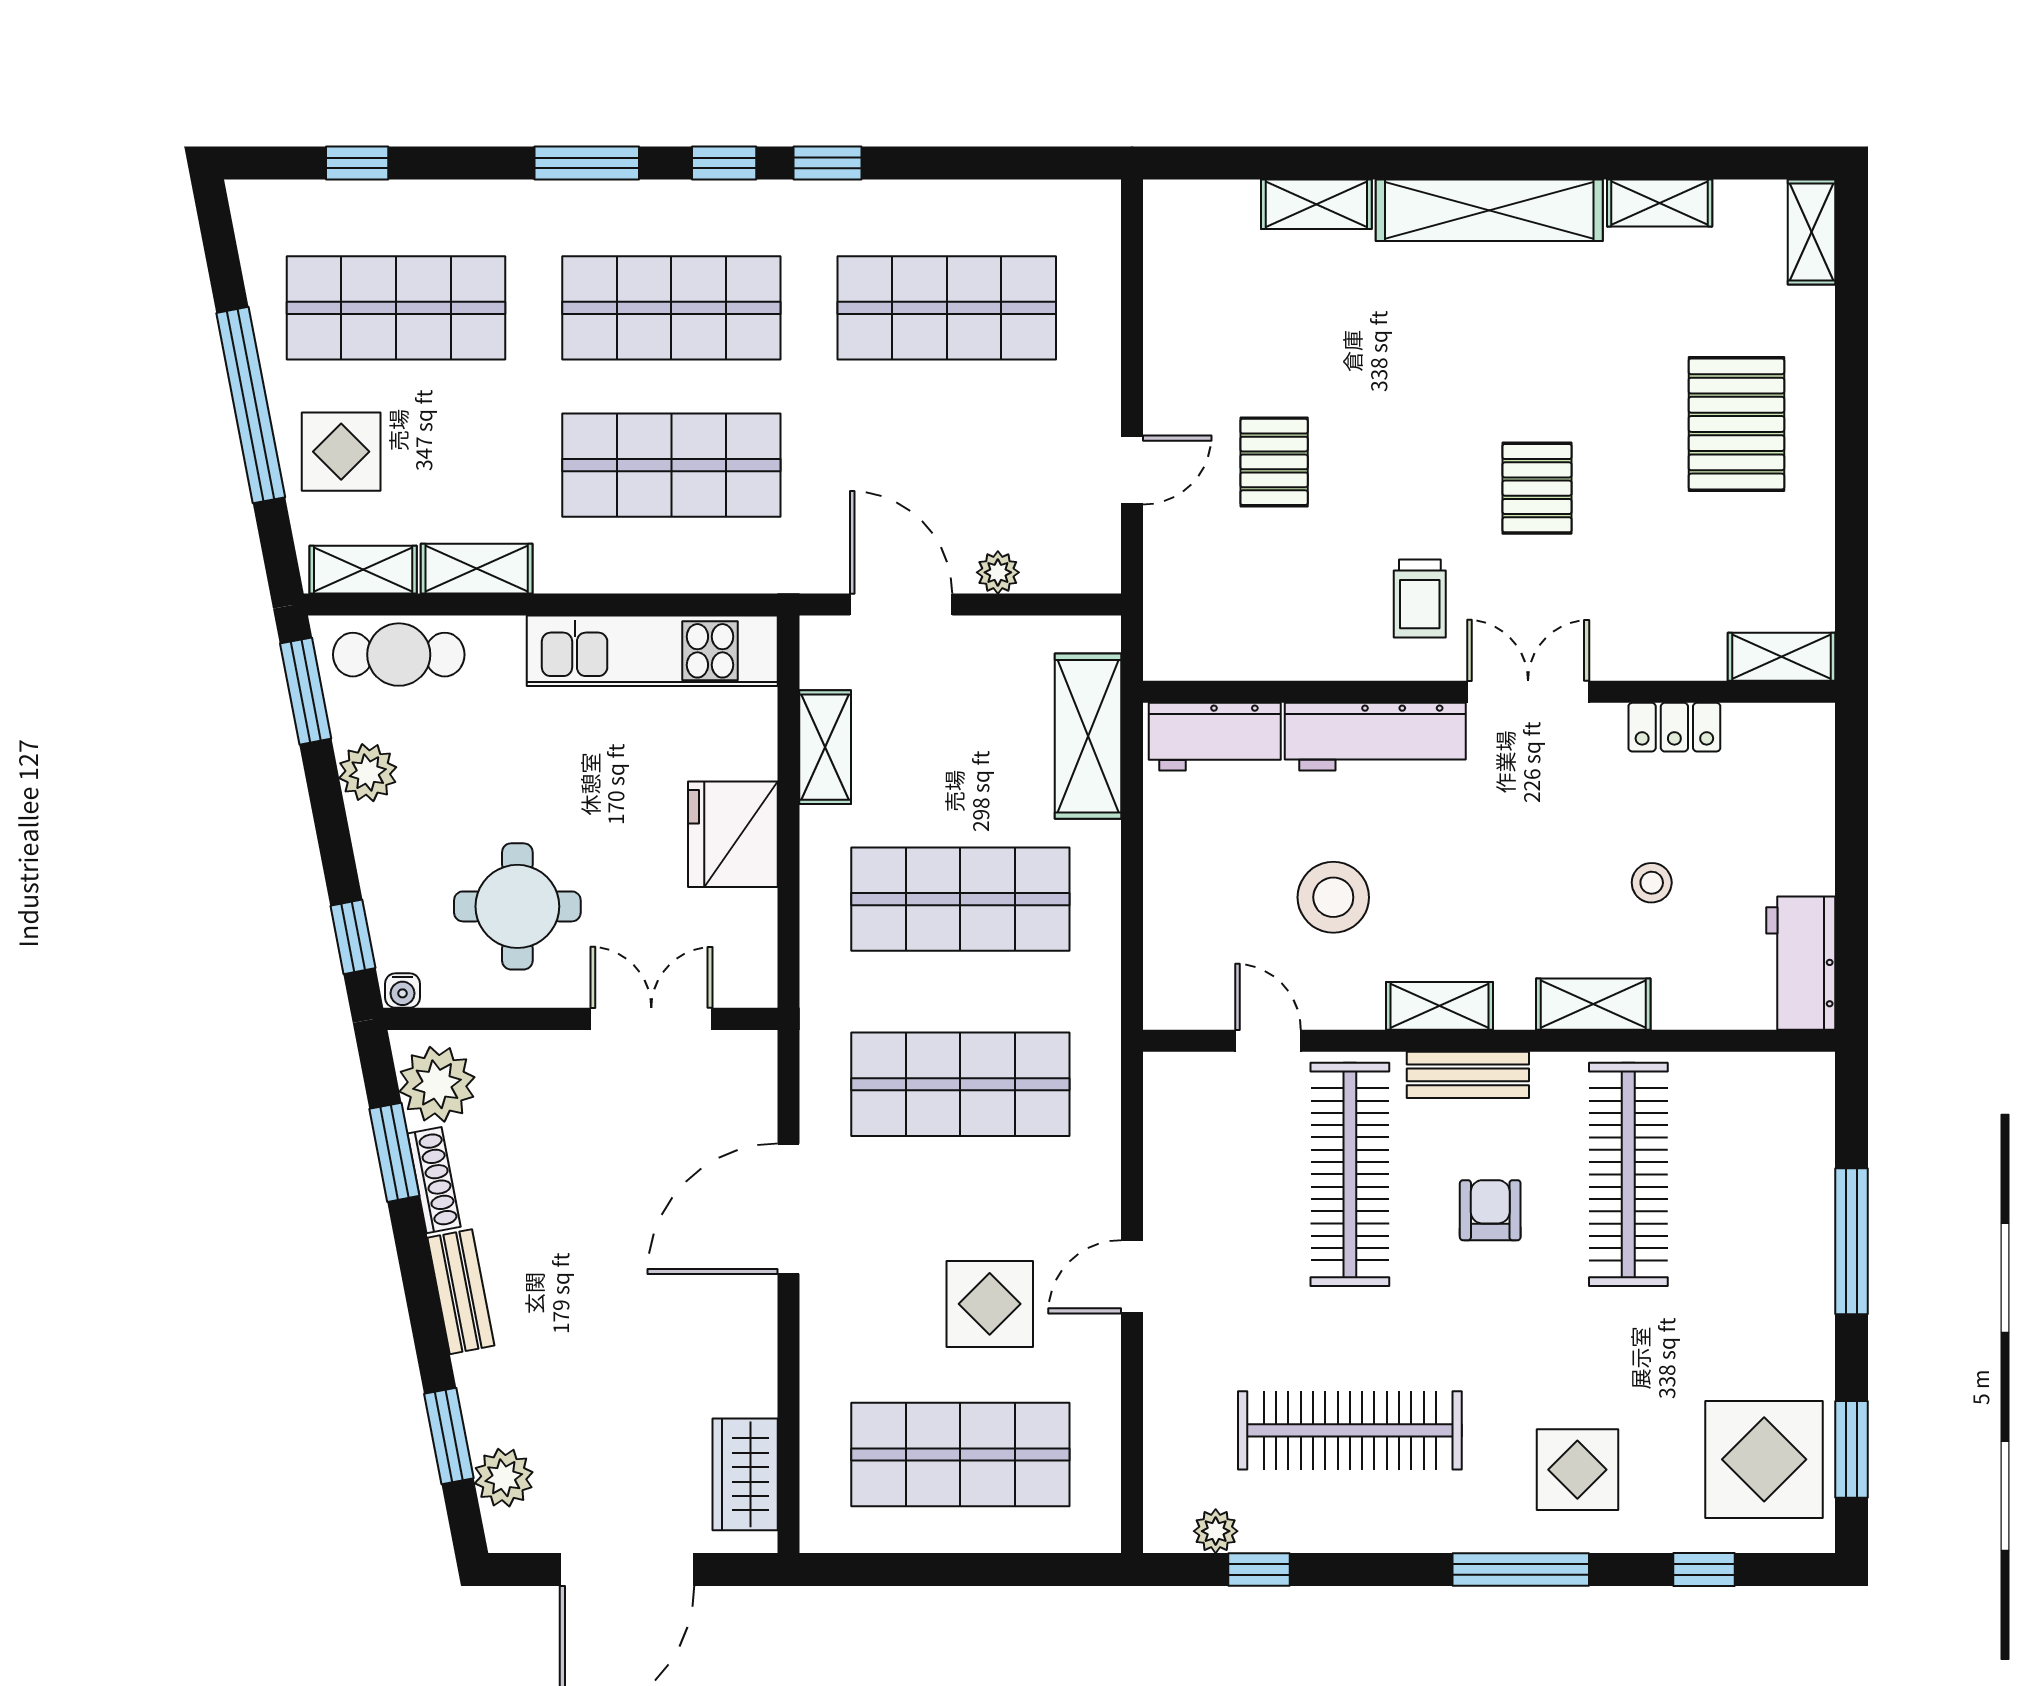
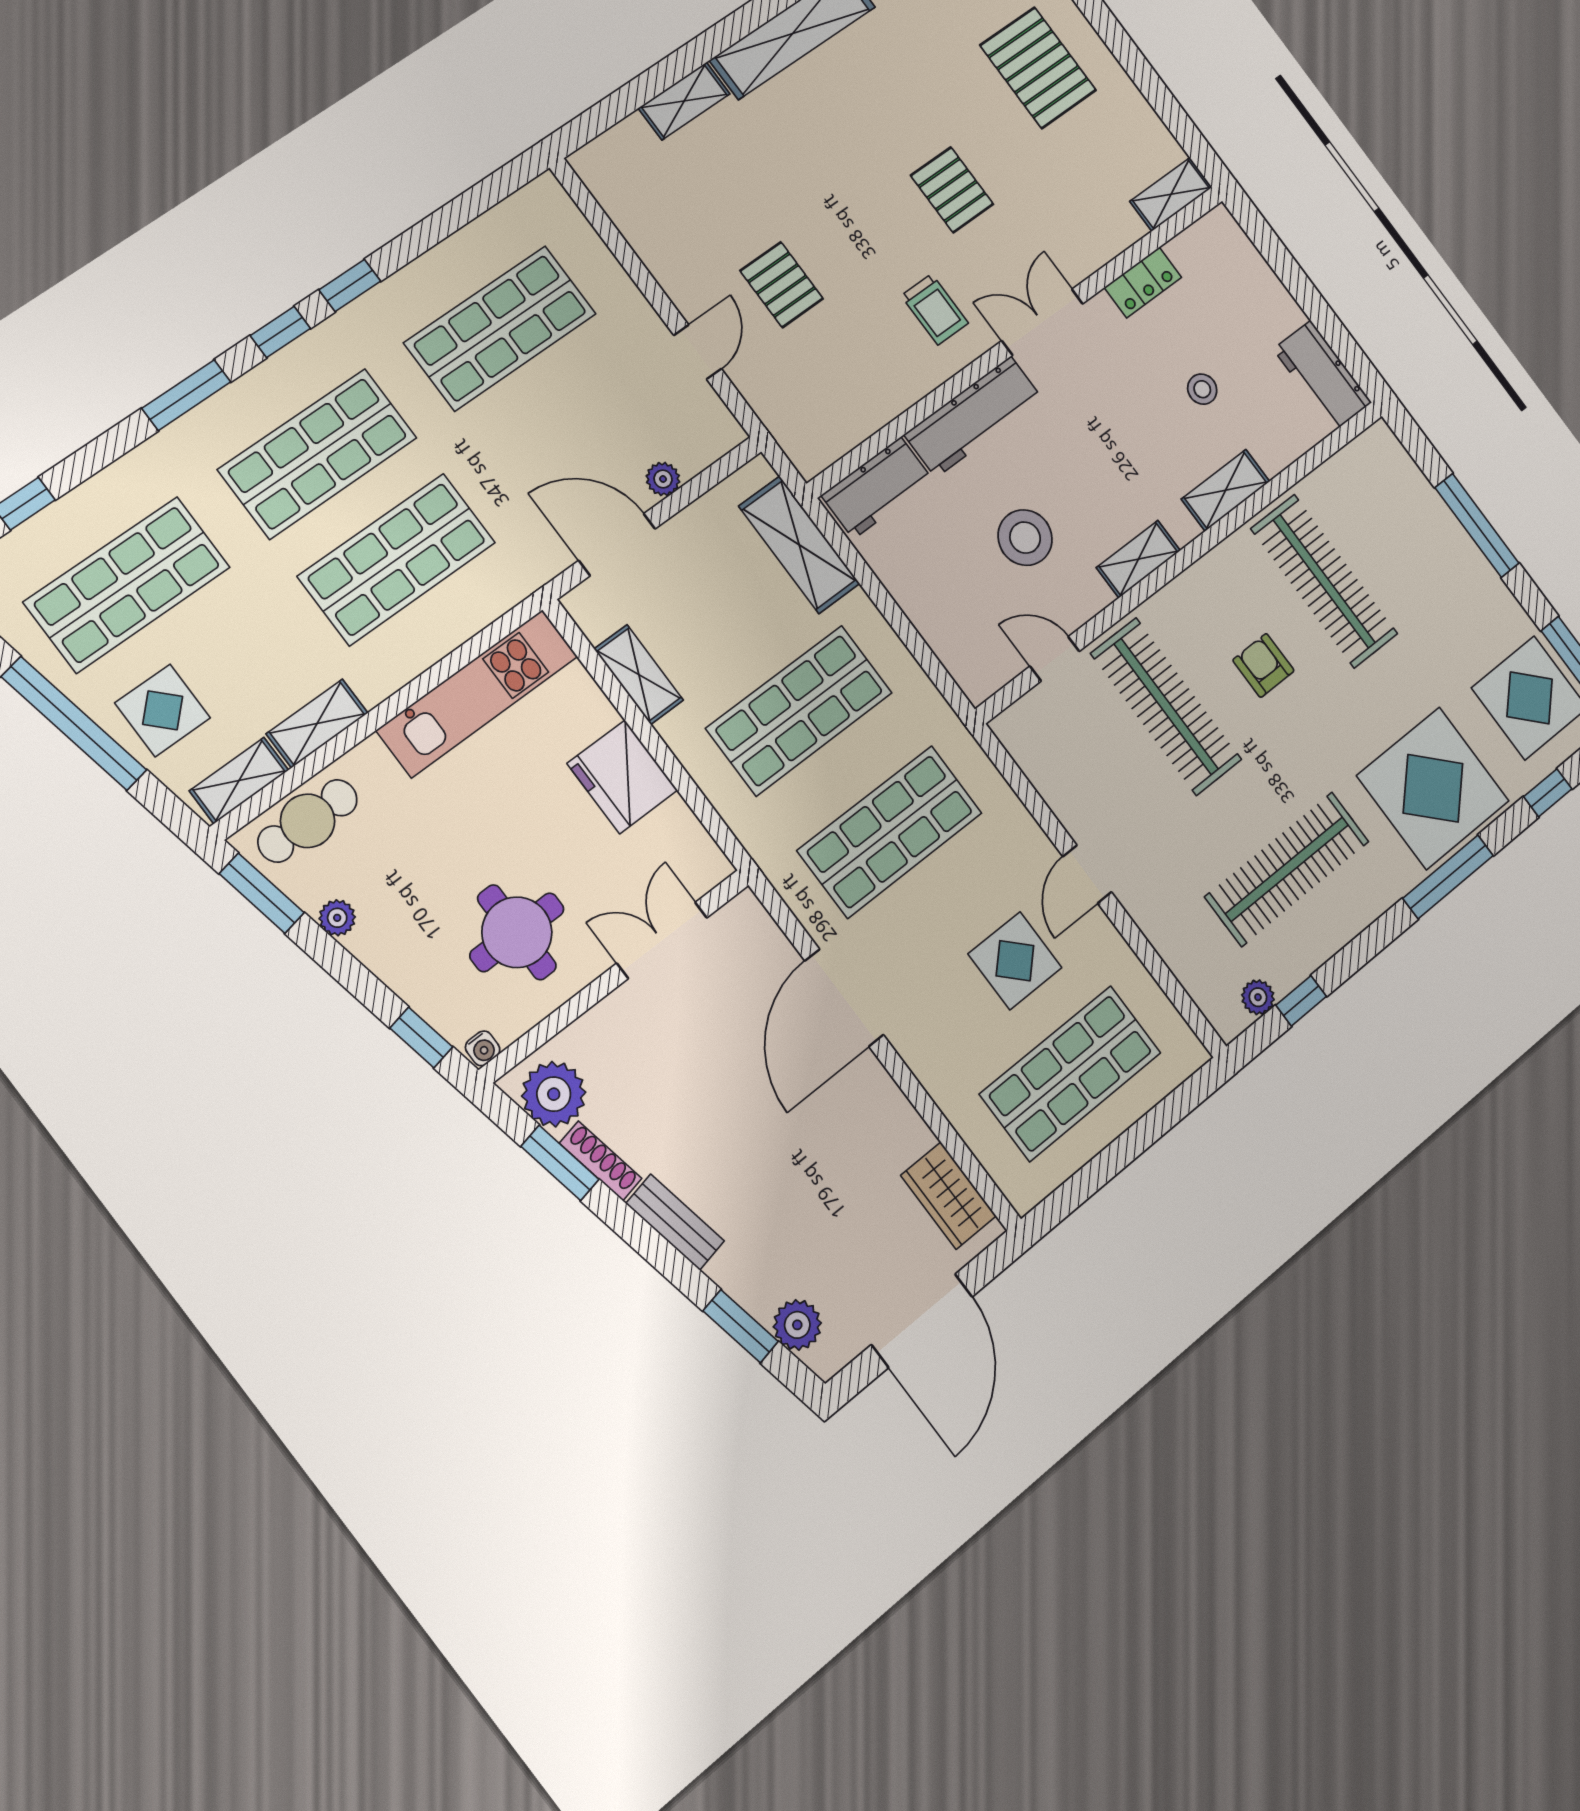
plant: (368, 773) -> (337, 918), width x0.73, depth x0.73
bench: (1468, 1075) -> (1187, 590), removed
display table: (1577, 1470) -> (1433, 788), width x1.86, depth x1.86

